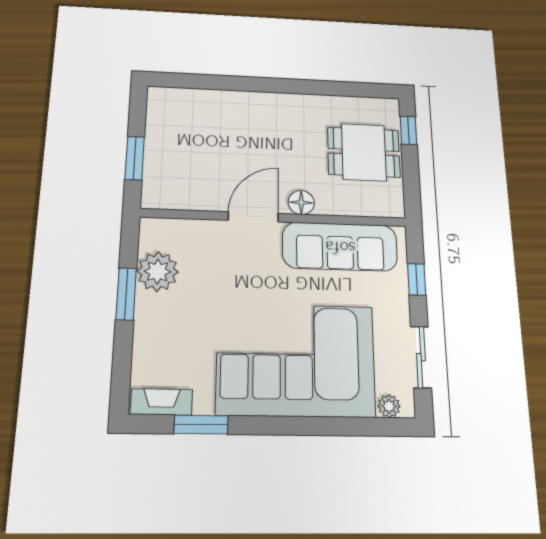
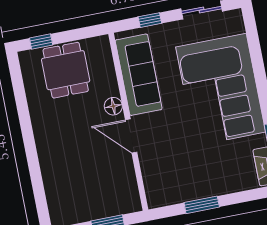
plant: (158, 272) -> (183, 189), removed
plant: (389, 406) -> (237, 26), removed

